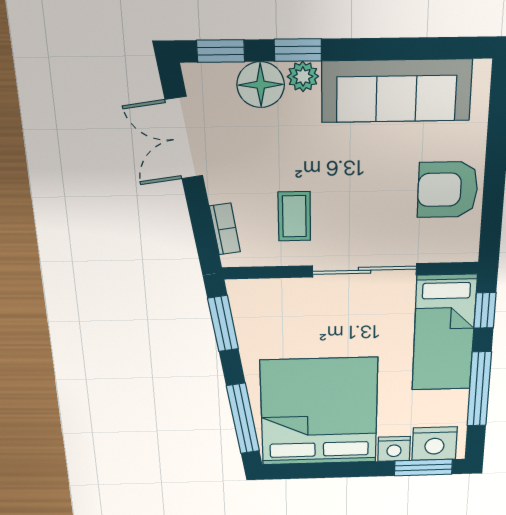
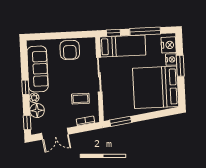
window: (298, 50) -> (25, 87), moved
window: (243, 419) -> (159, 114), removed
window: (423, 468) -> (180, 66), moved

